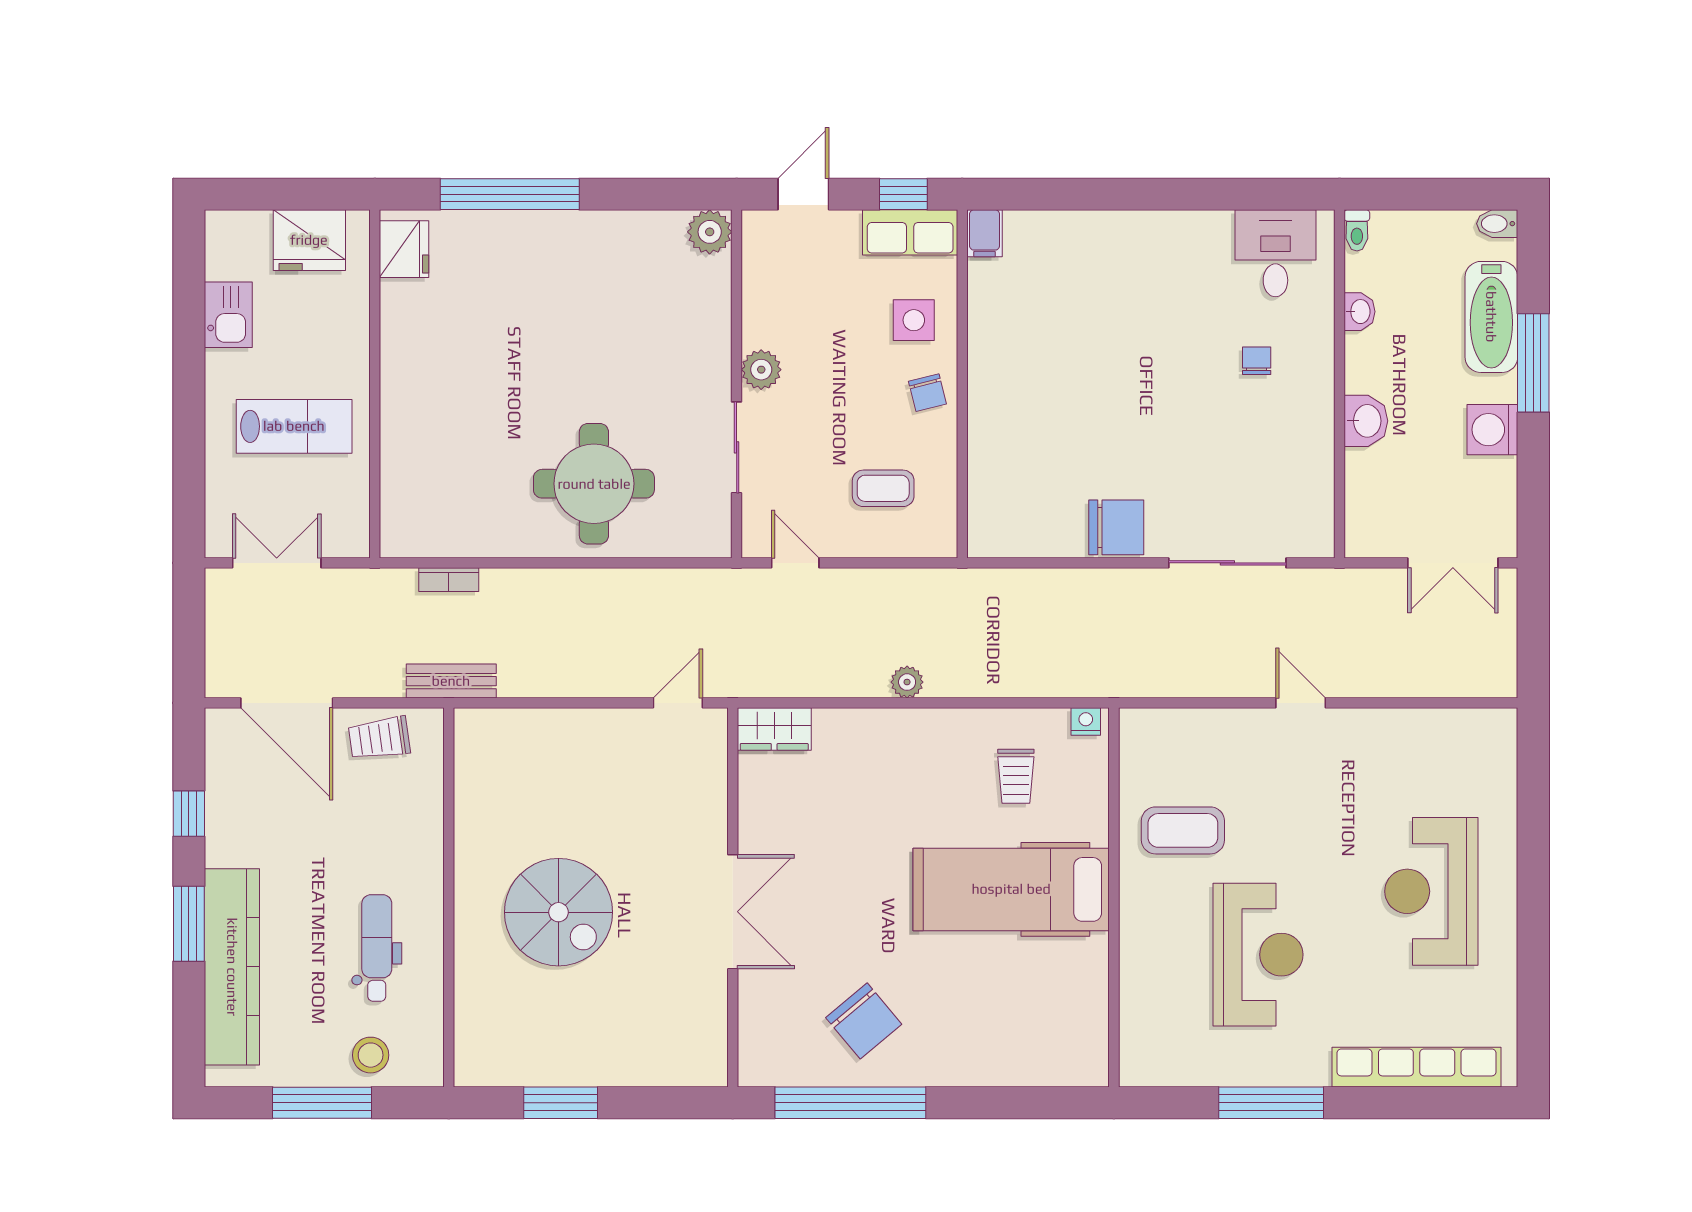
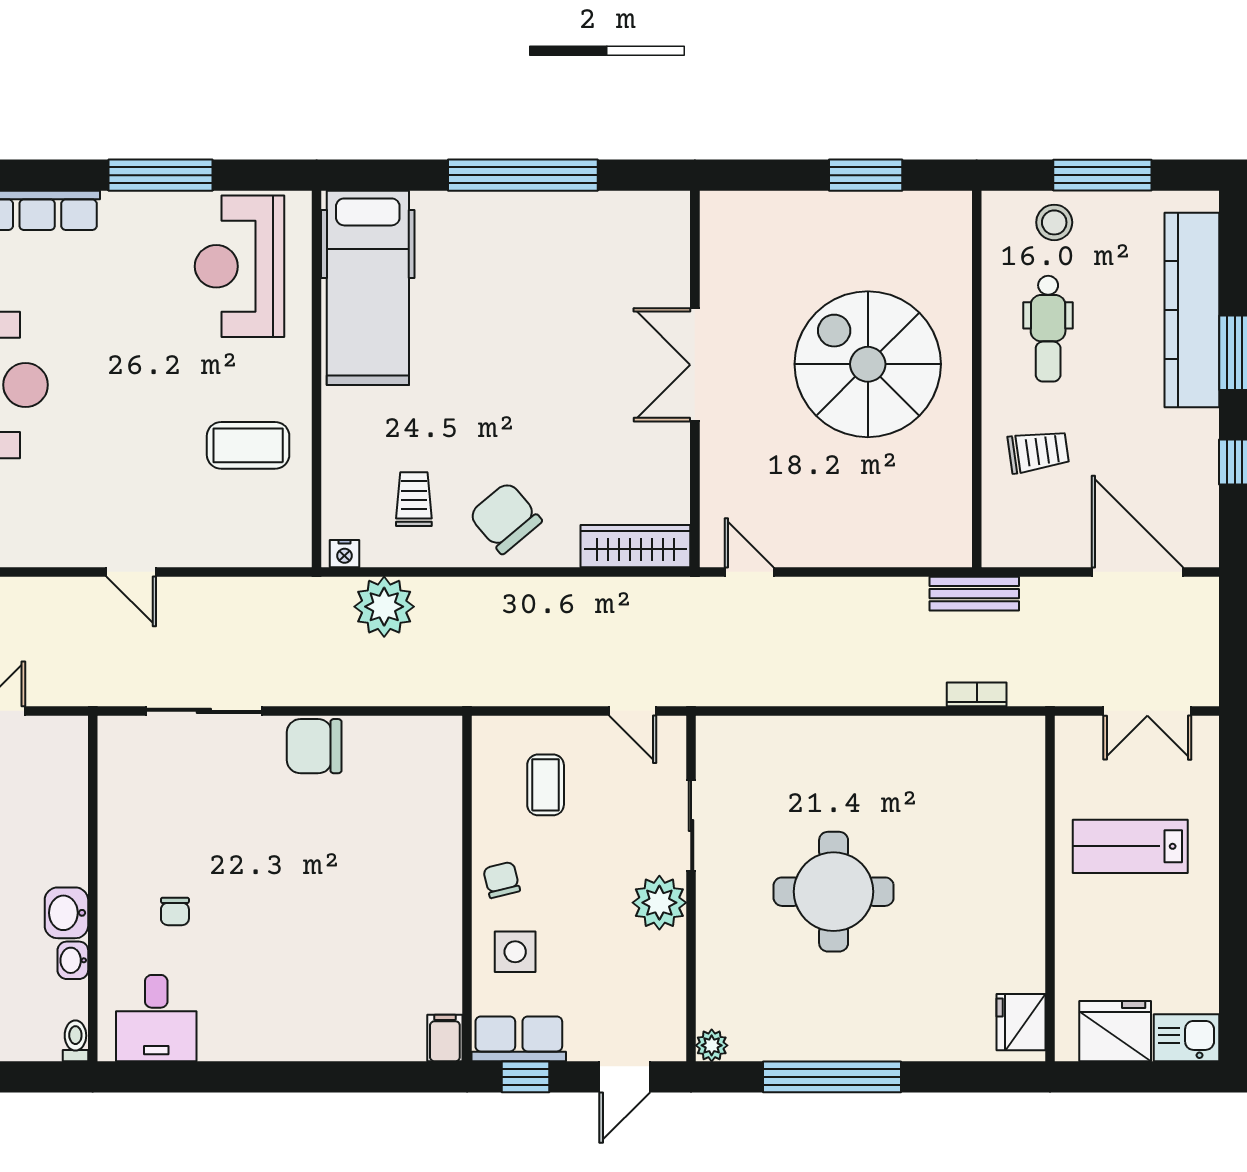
window: (510, 194) -> (832, 1077), moved
plant: (710, 232) -> (712, 1045), width x0.73, depth x0.73
kitchen sink: (228, 315) -> (1186, 1038), moved, turned 90
plant: (761, 370) -> (659, 903), width x1.36, depth x1.36
washbasin: (1366, 421) -> (66, 913), moved
round table: (594, 484) -> (834, 892), moved
coffee table: (883, 488) -> (546, 785), turned 90
plant: (907, 682) -> (384, 607), moved, width x1.87, depth x1.87
door: (678, 703) -> (749, 572), swing flipped
wardrobe: (774, 729) -> (635, 546), width x1.50
trolley: (379, 738) -> (1038, 451), moved
hospital bed: (1011, 889) -> (368, 288), moved, turned 90
spiral stairs: (558, 912) -> (868, 364), width x1.37, depth x1.37
reception desk: (1258, 955) -> (240, 266), moved
chair: (864, 1021) -> (505, 518), moved
window: (850, 1103) -> (523, 175), moved

